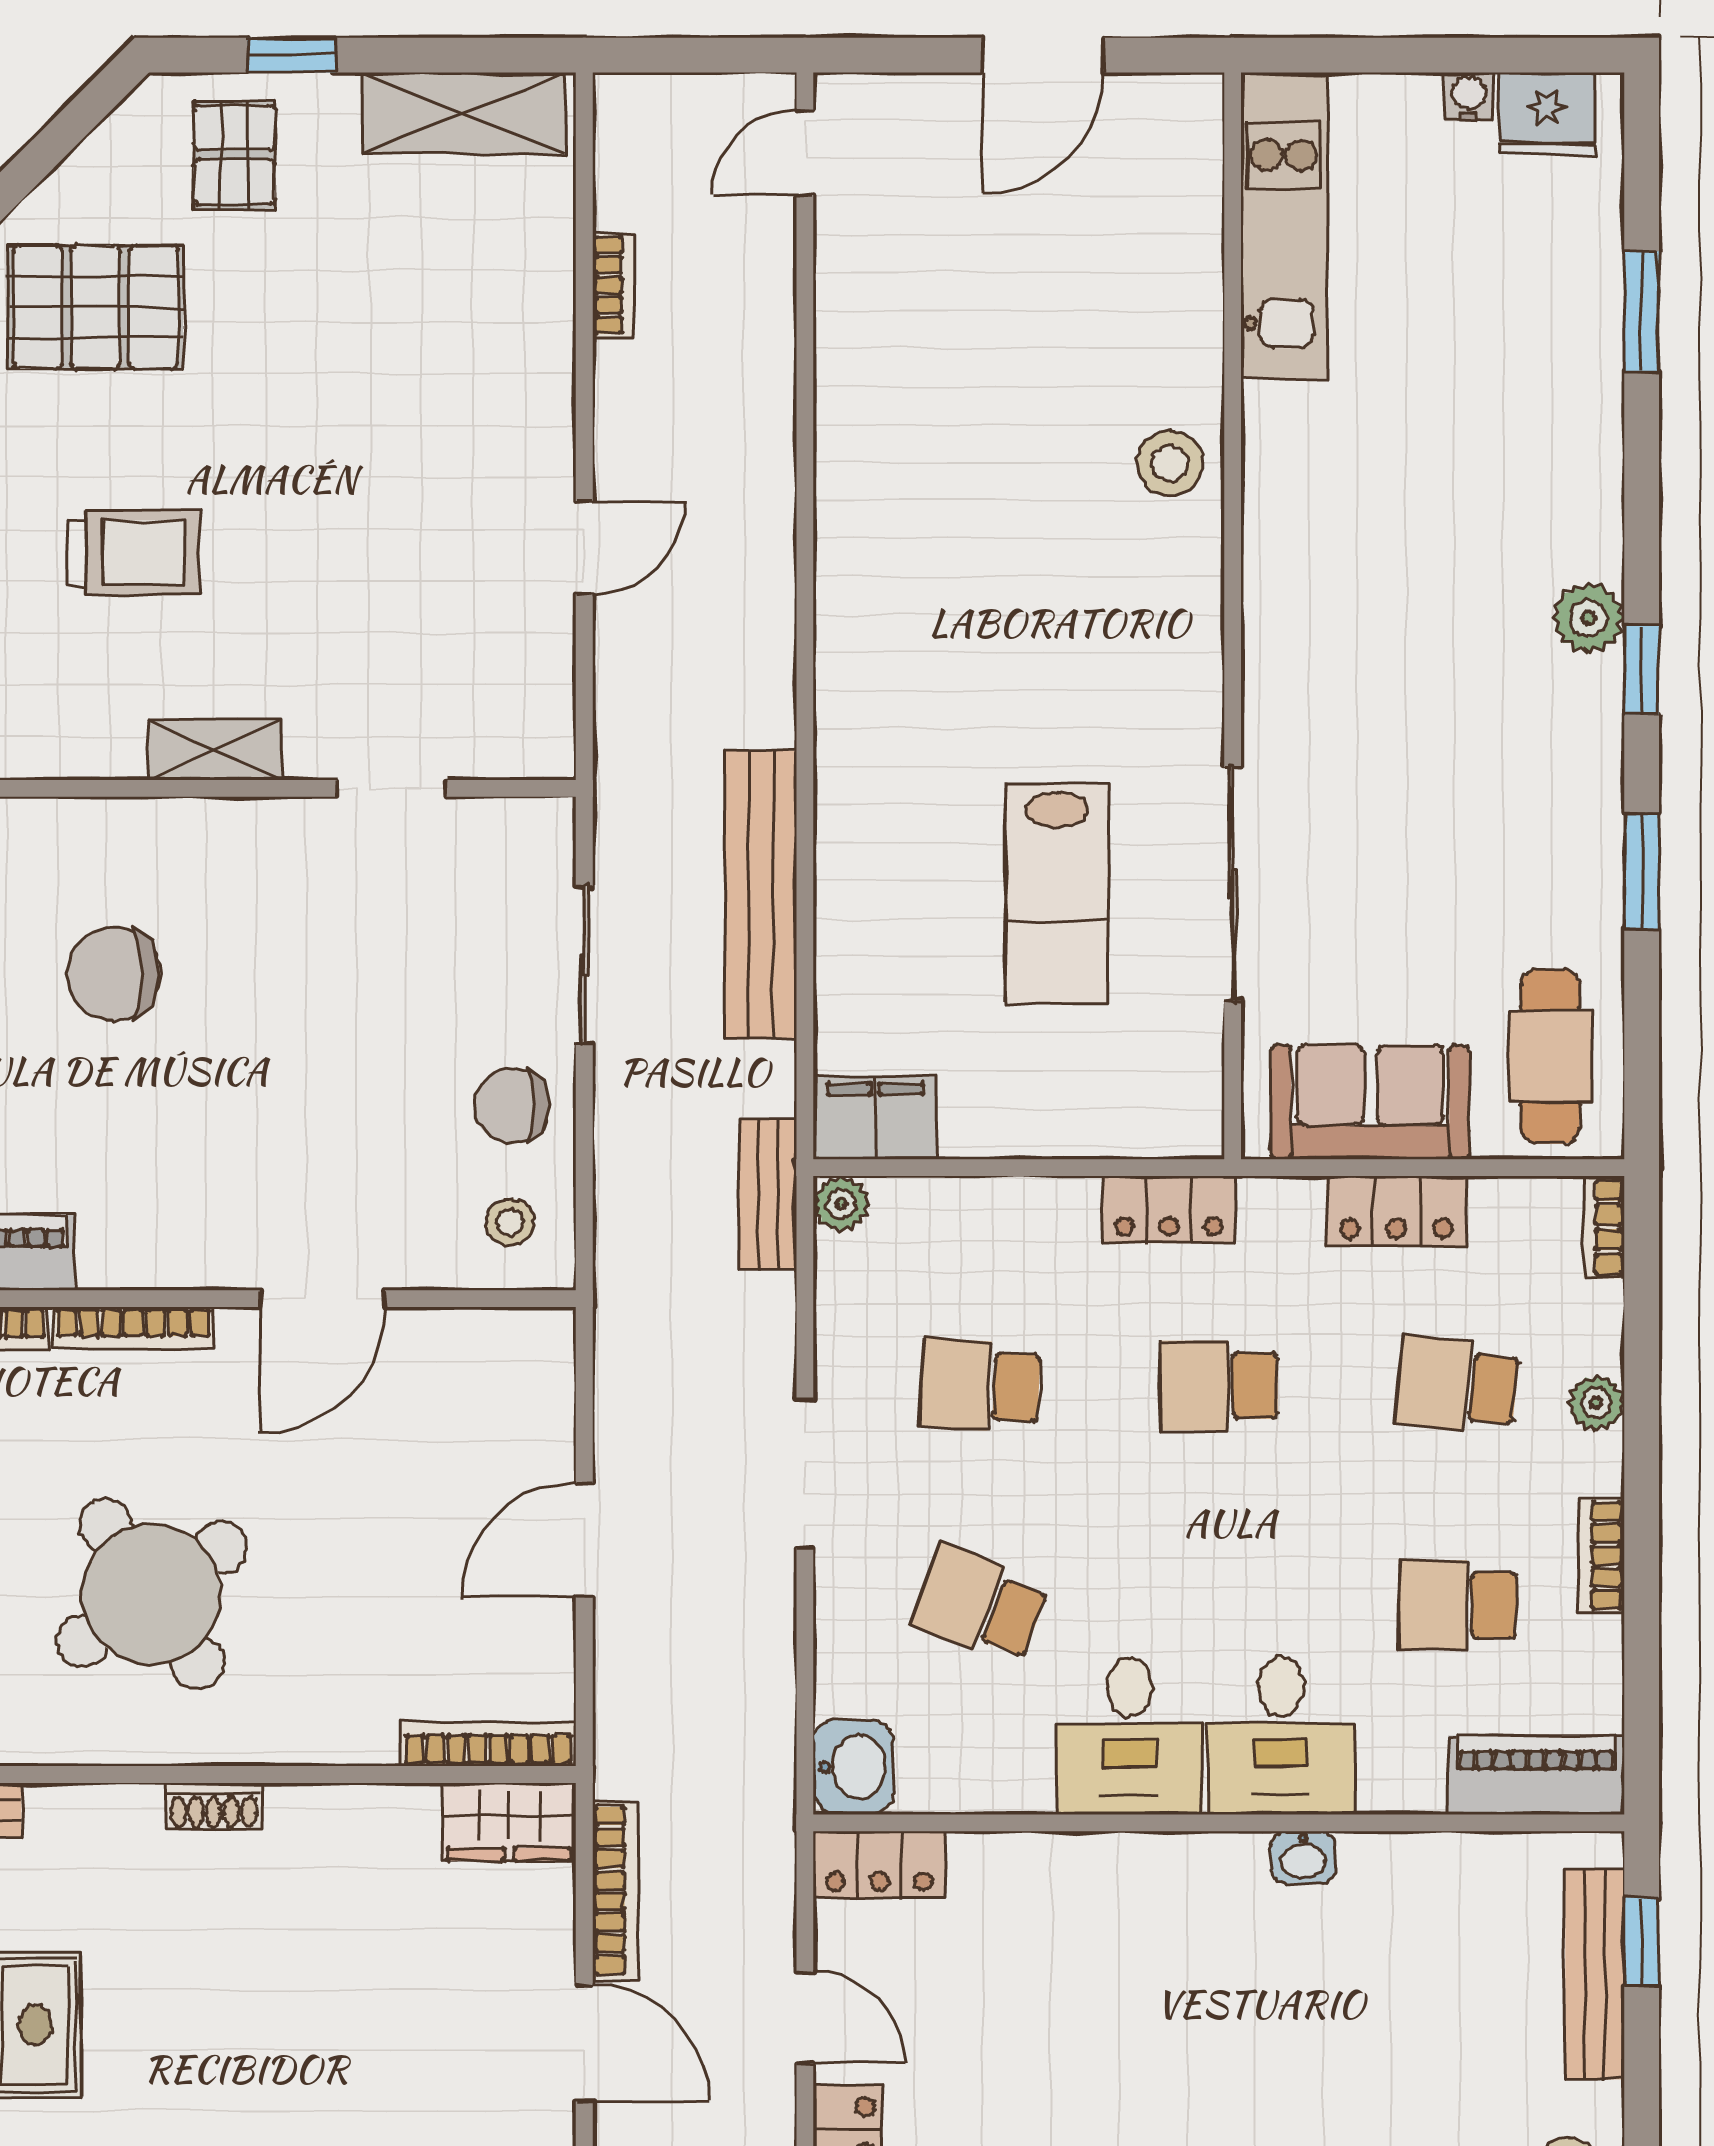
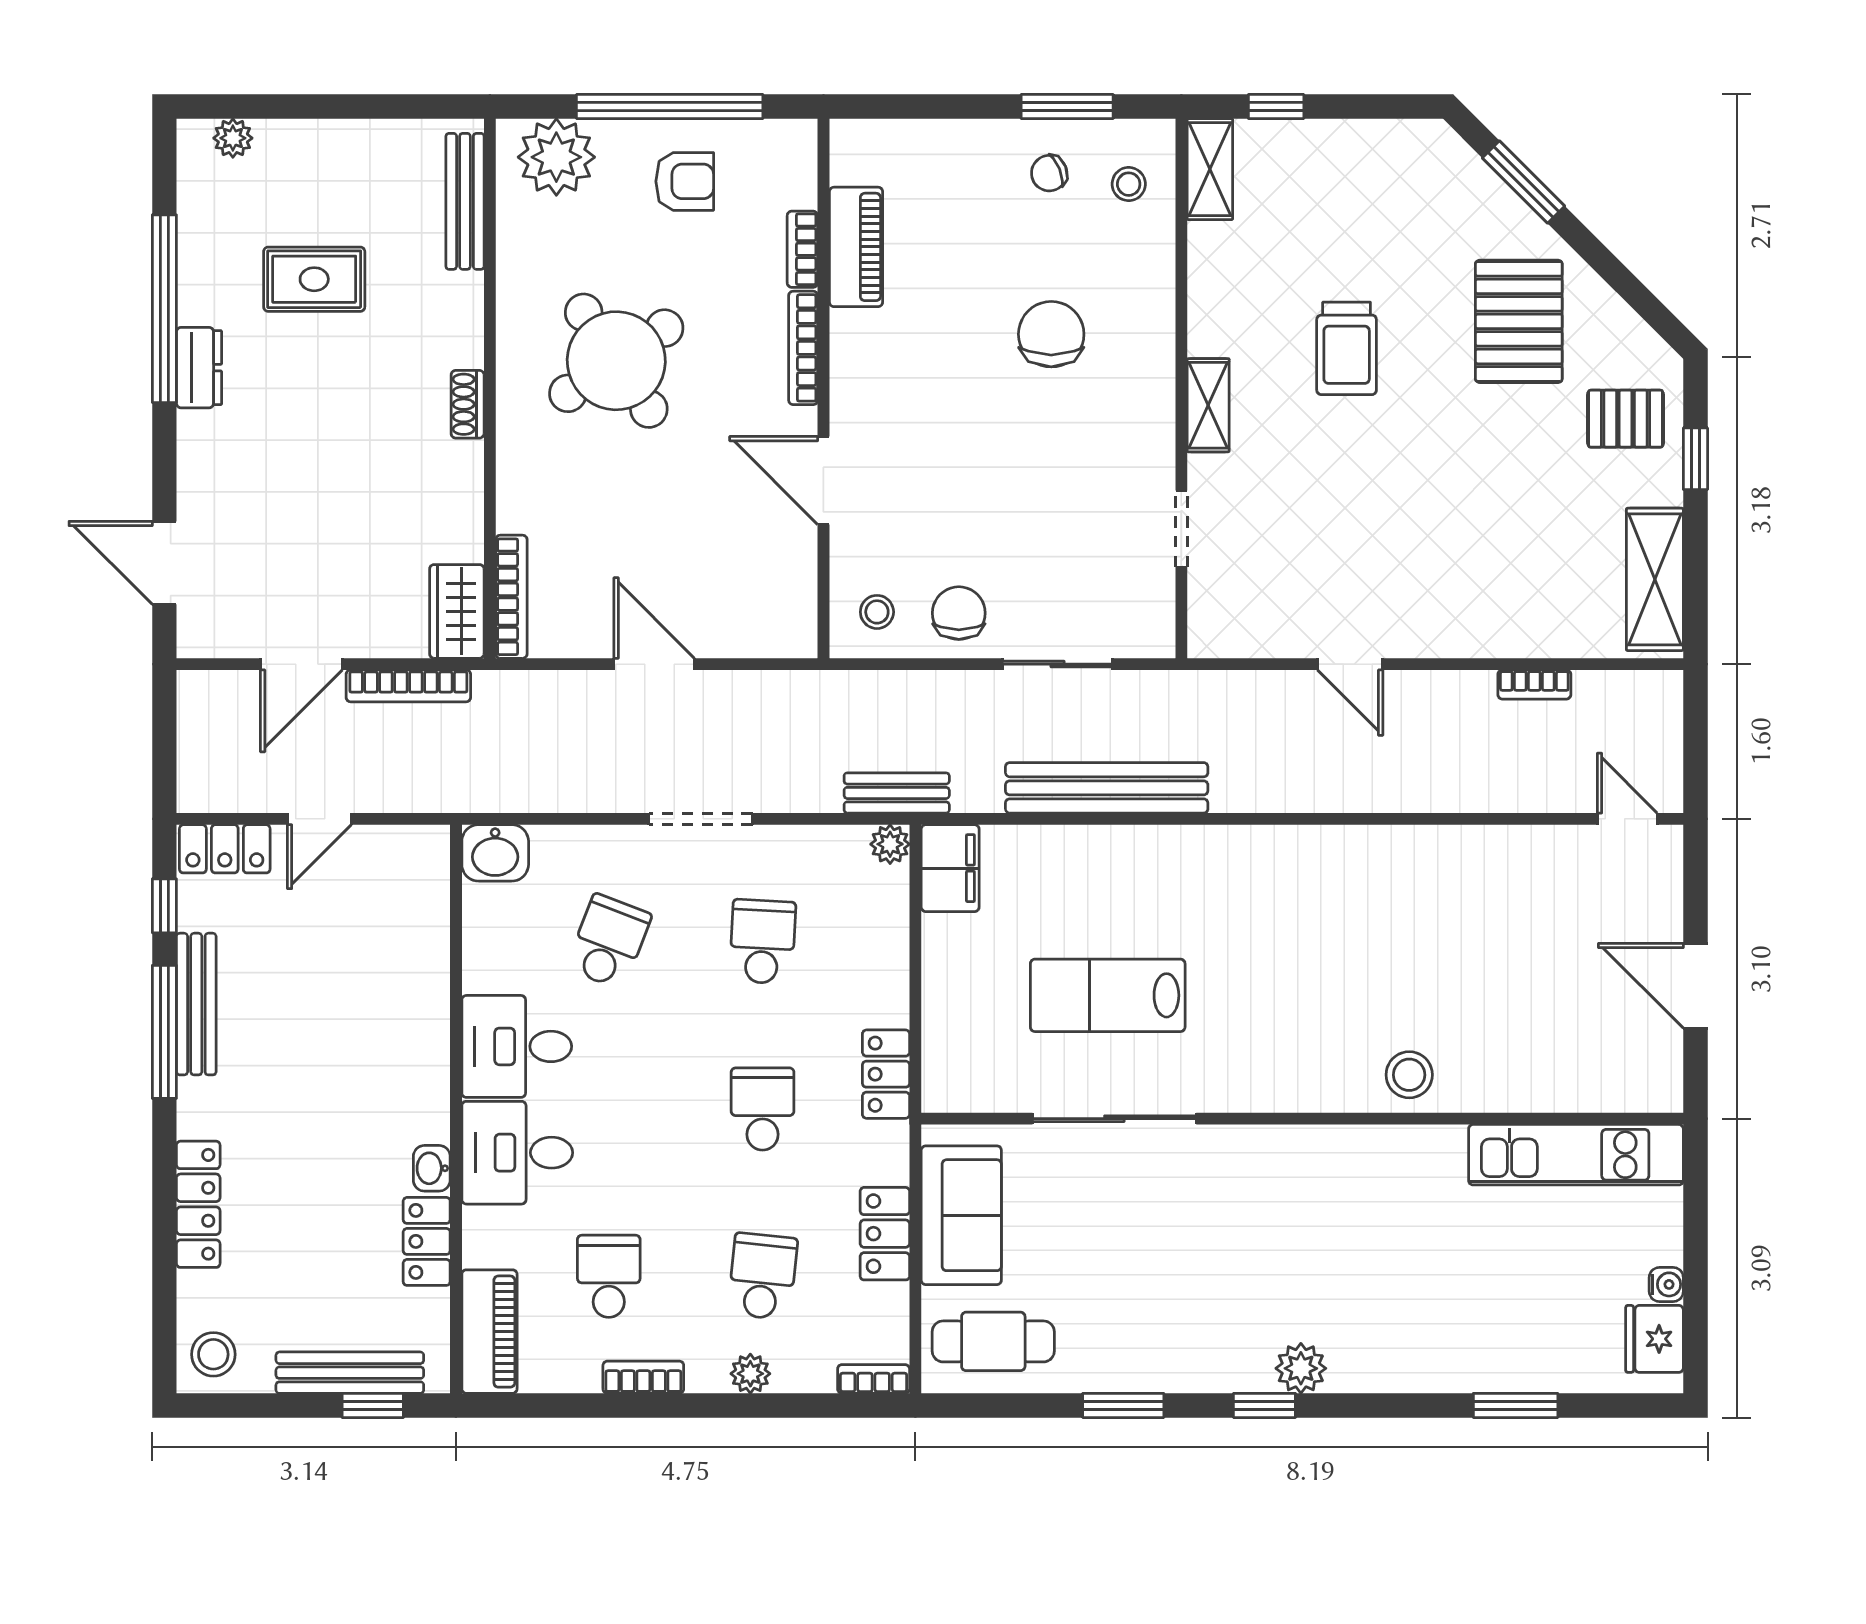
locker: (880, 1865) -> (427, 1241), moved

